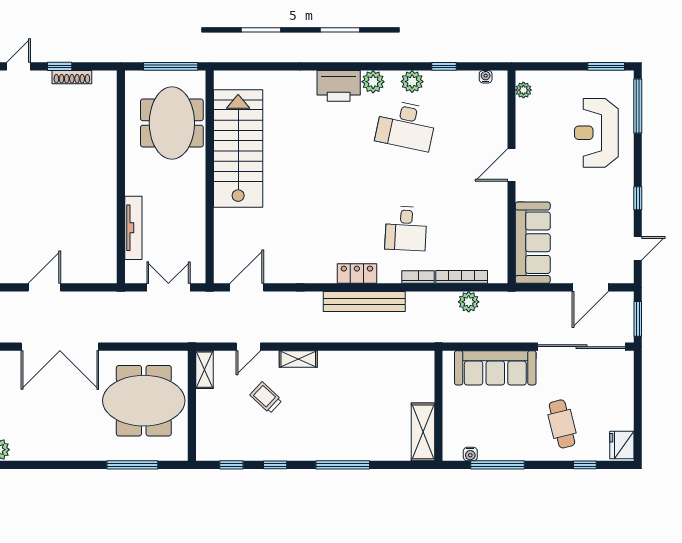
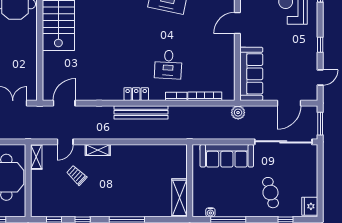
plant: (469, 302) -> (238, 113), moved

